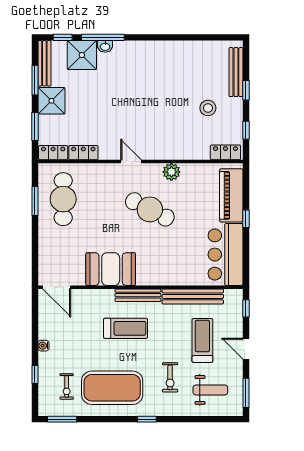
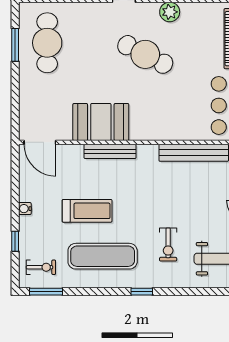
bench: (138, 295) -> (110, 151), moved
treadmill: (126, 328) -> (87, 211), moved
treadmill: (202, 340) -> (205, 203), removed
exercise bike: (67, 386) -> (41, 267), moved, turned -90
exercise mat: (112, 388) -> (103, 256), width x0.68

